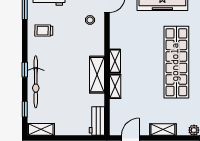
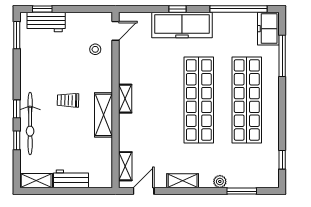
trolley: (44, 31) -> (68, 100), moved
shelving: (115, 86) -> (125, 166), moved
window: (25, 109) -> (17, 140), moved
workbench: (97, 121) -> (71, 179), moved, turned 90

